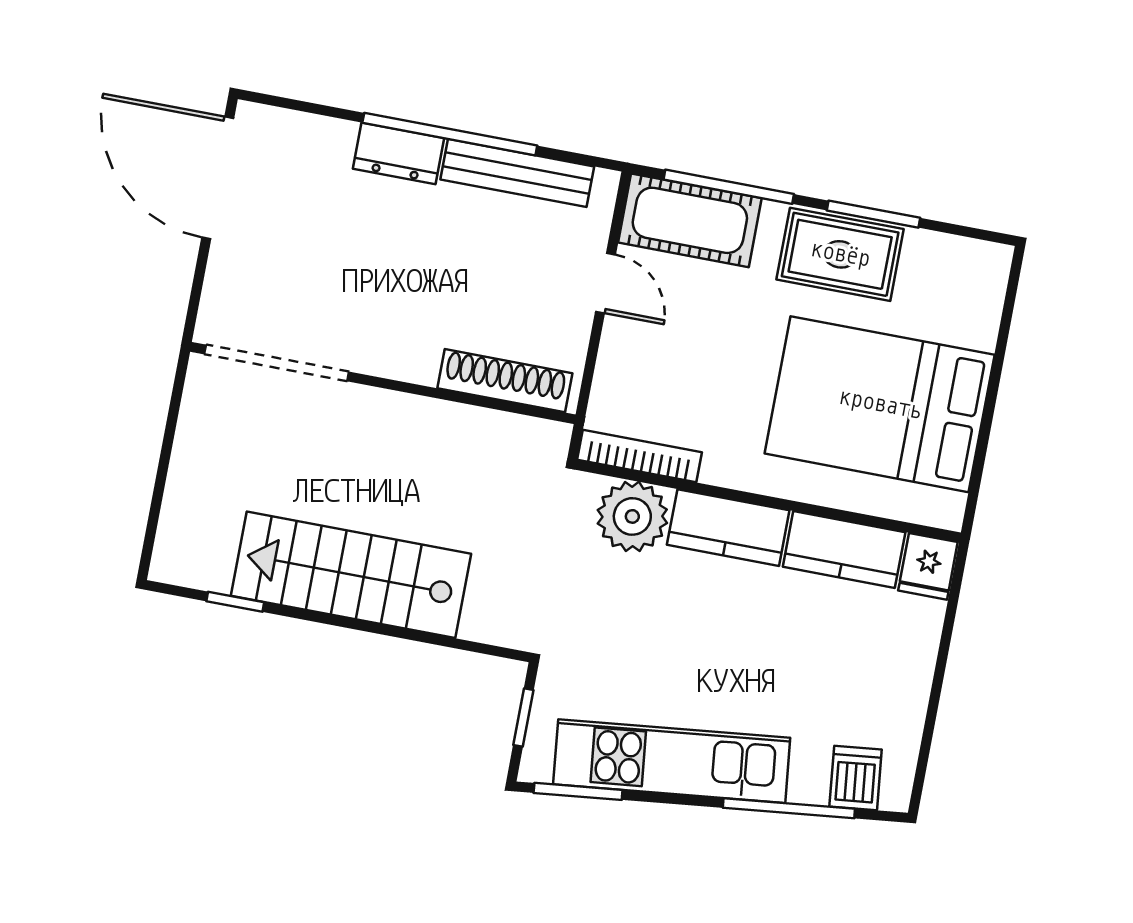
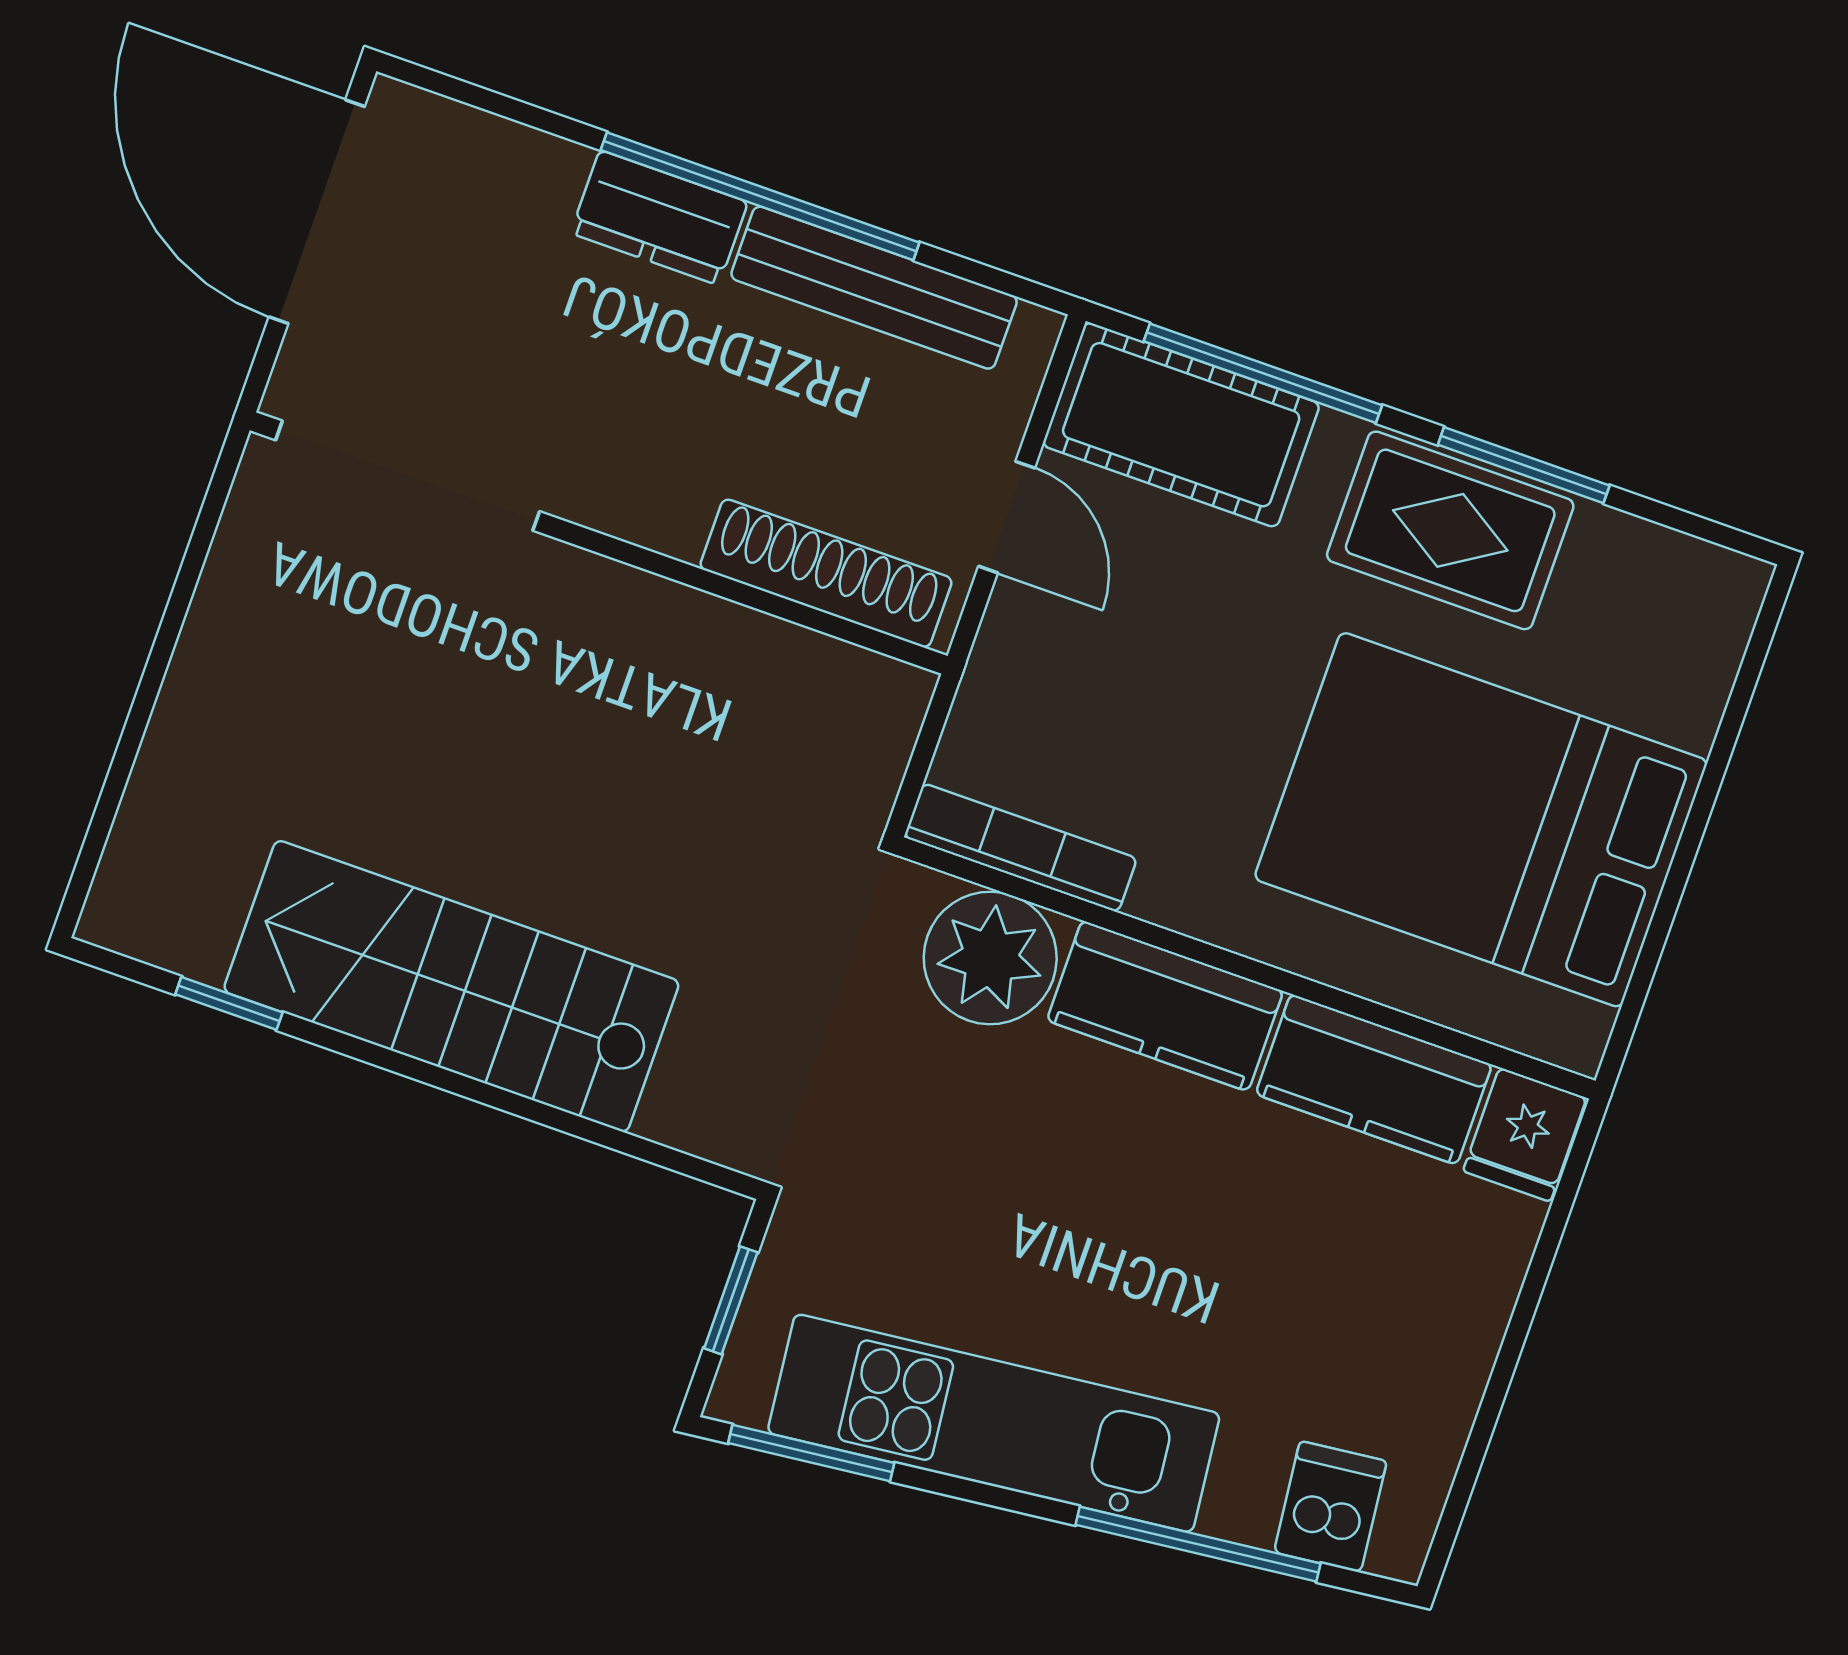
doorway: (277, 363) -> (408, 476), moved
shoe rack: (505, 381) -> (826, 573), moved
wall: (383, 383) -> (599, 543), moved

